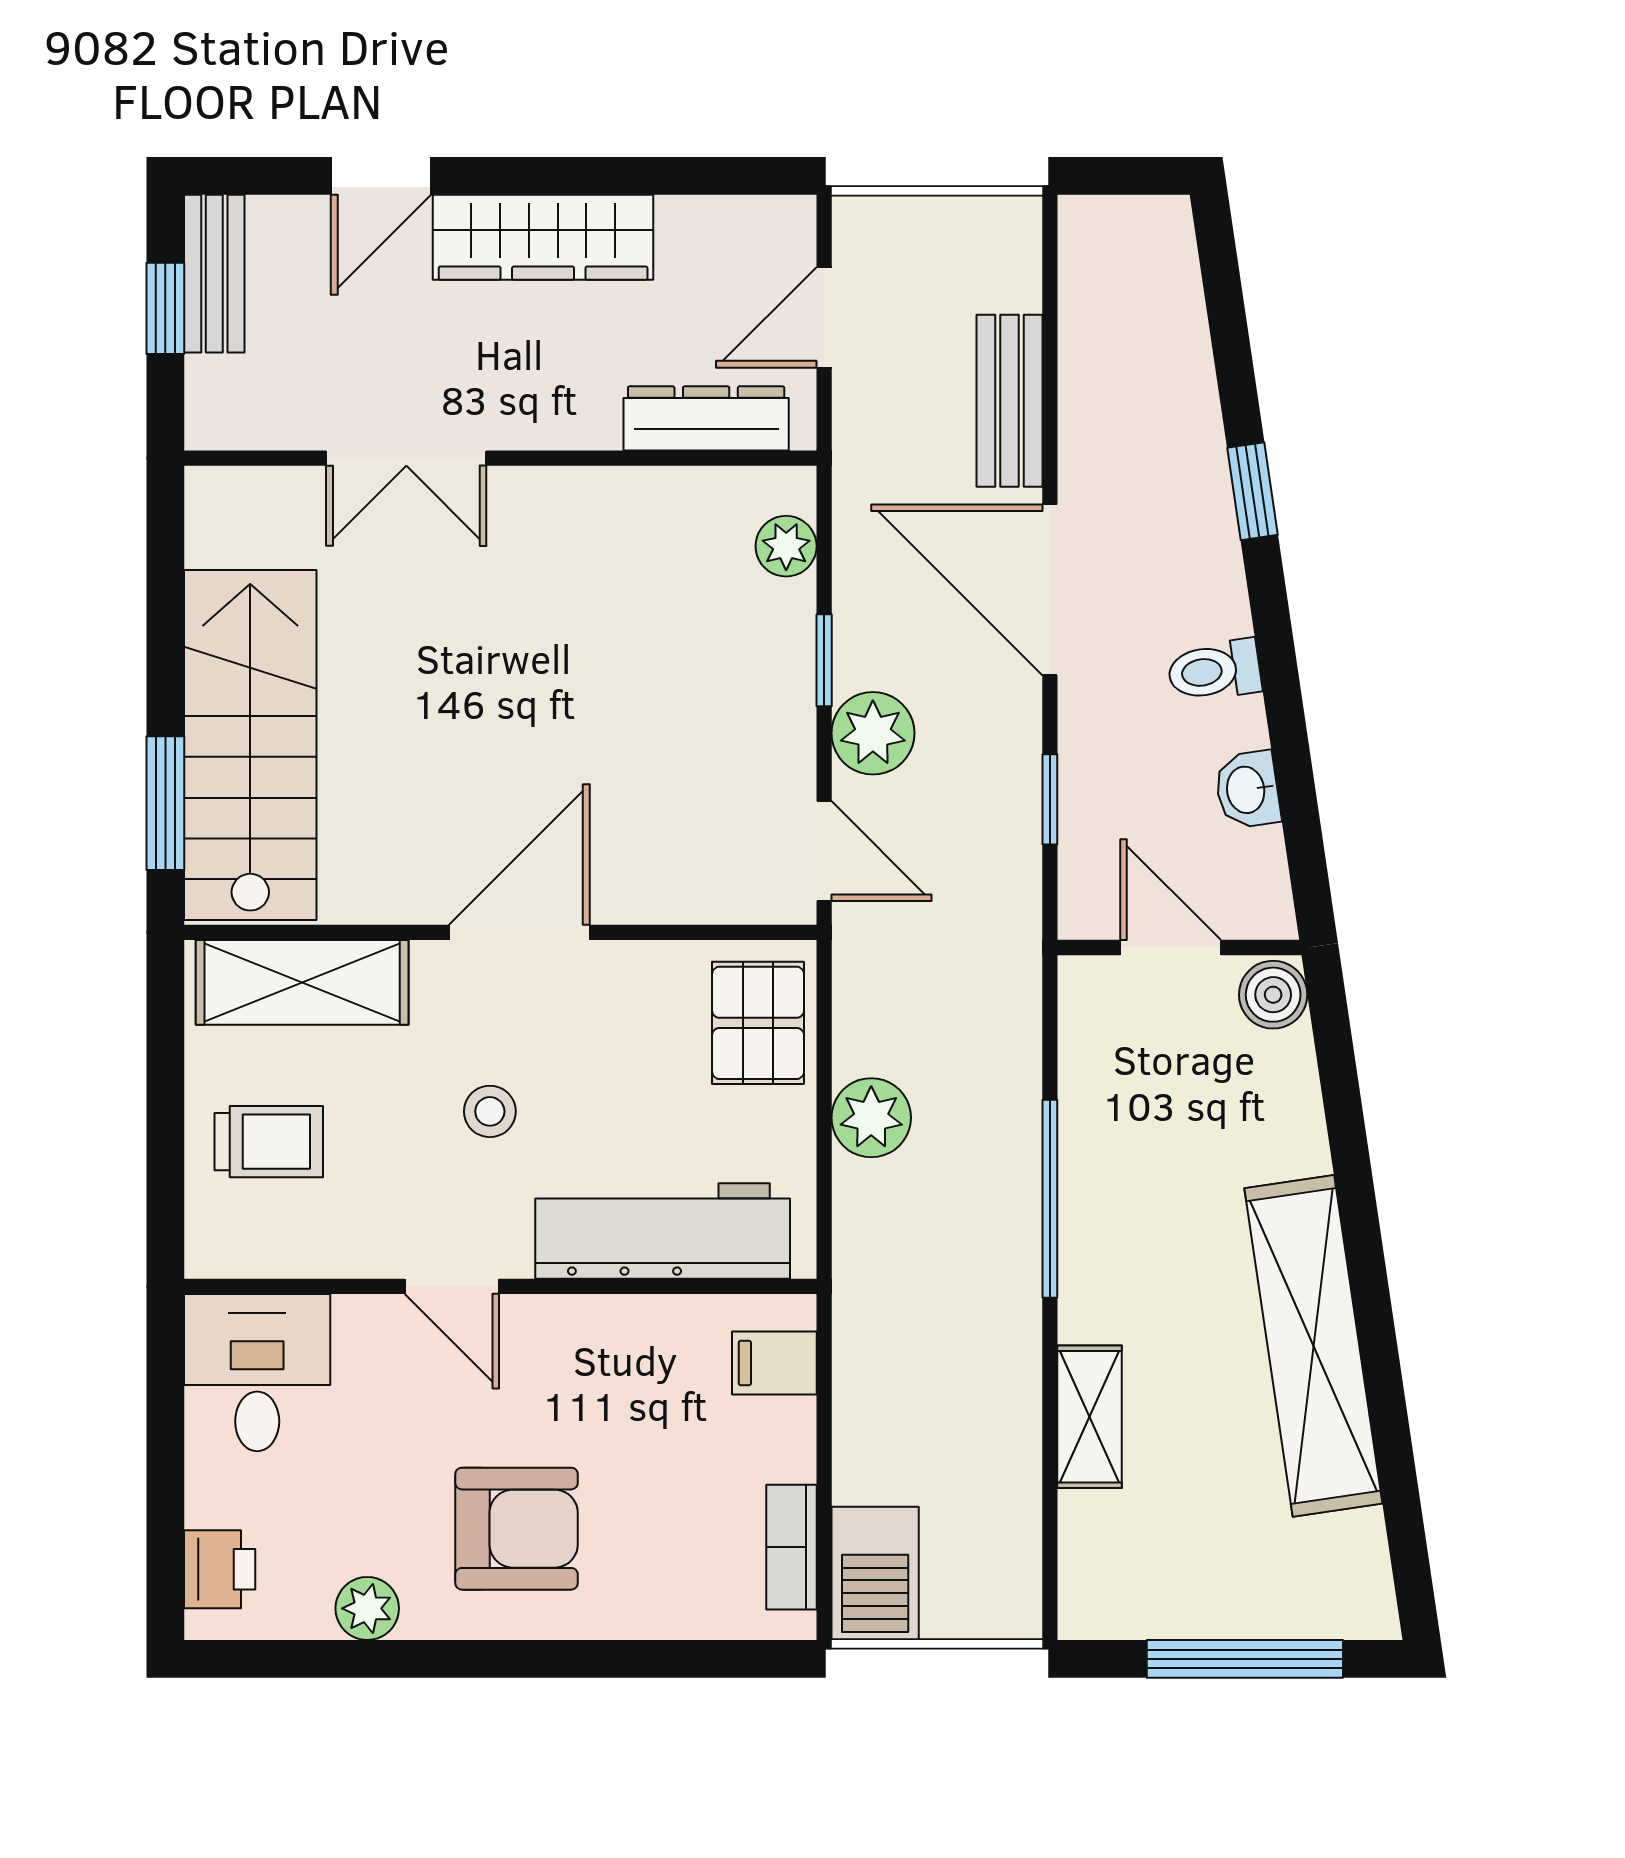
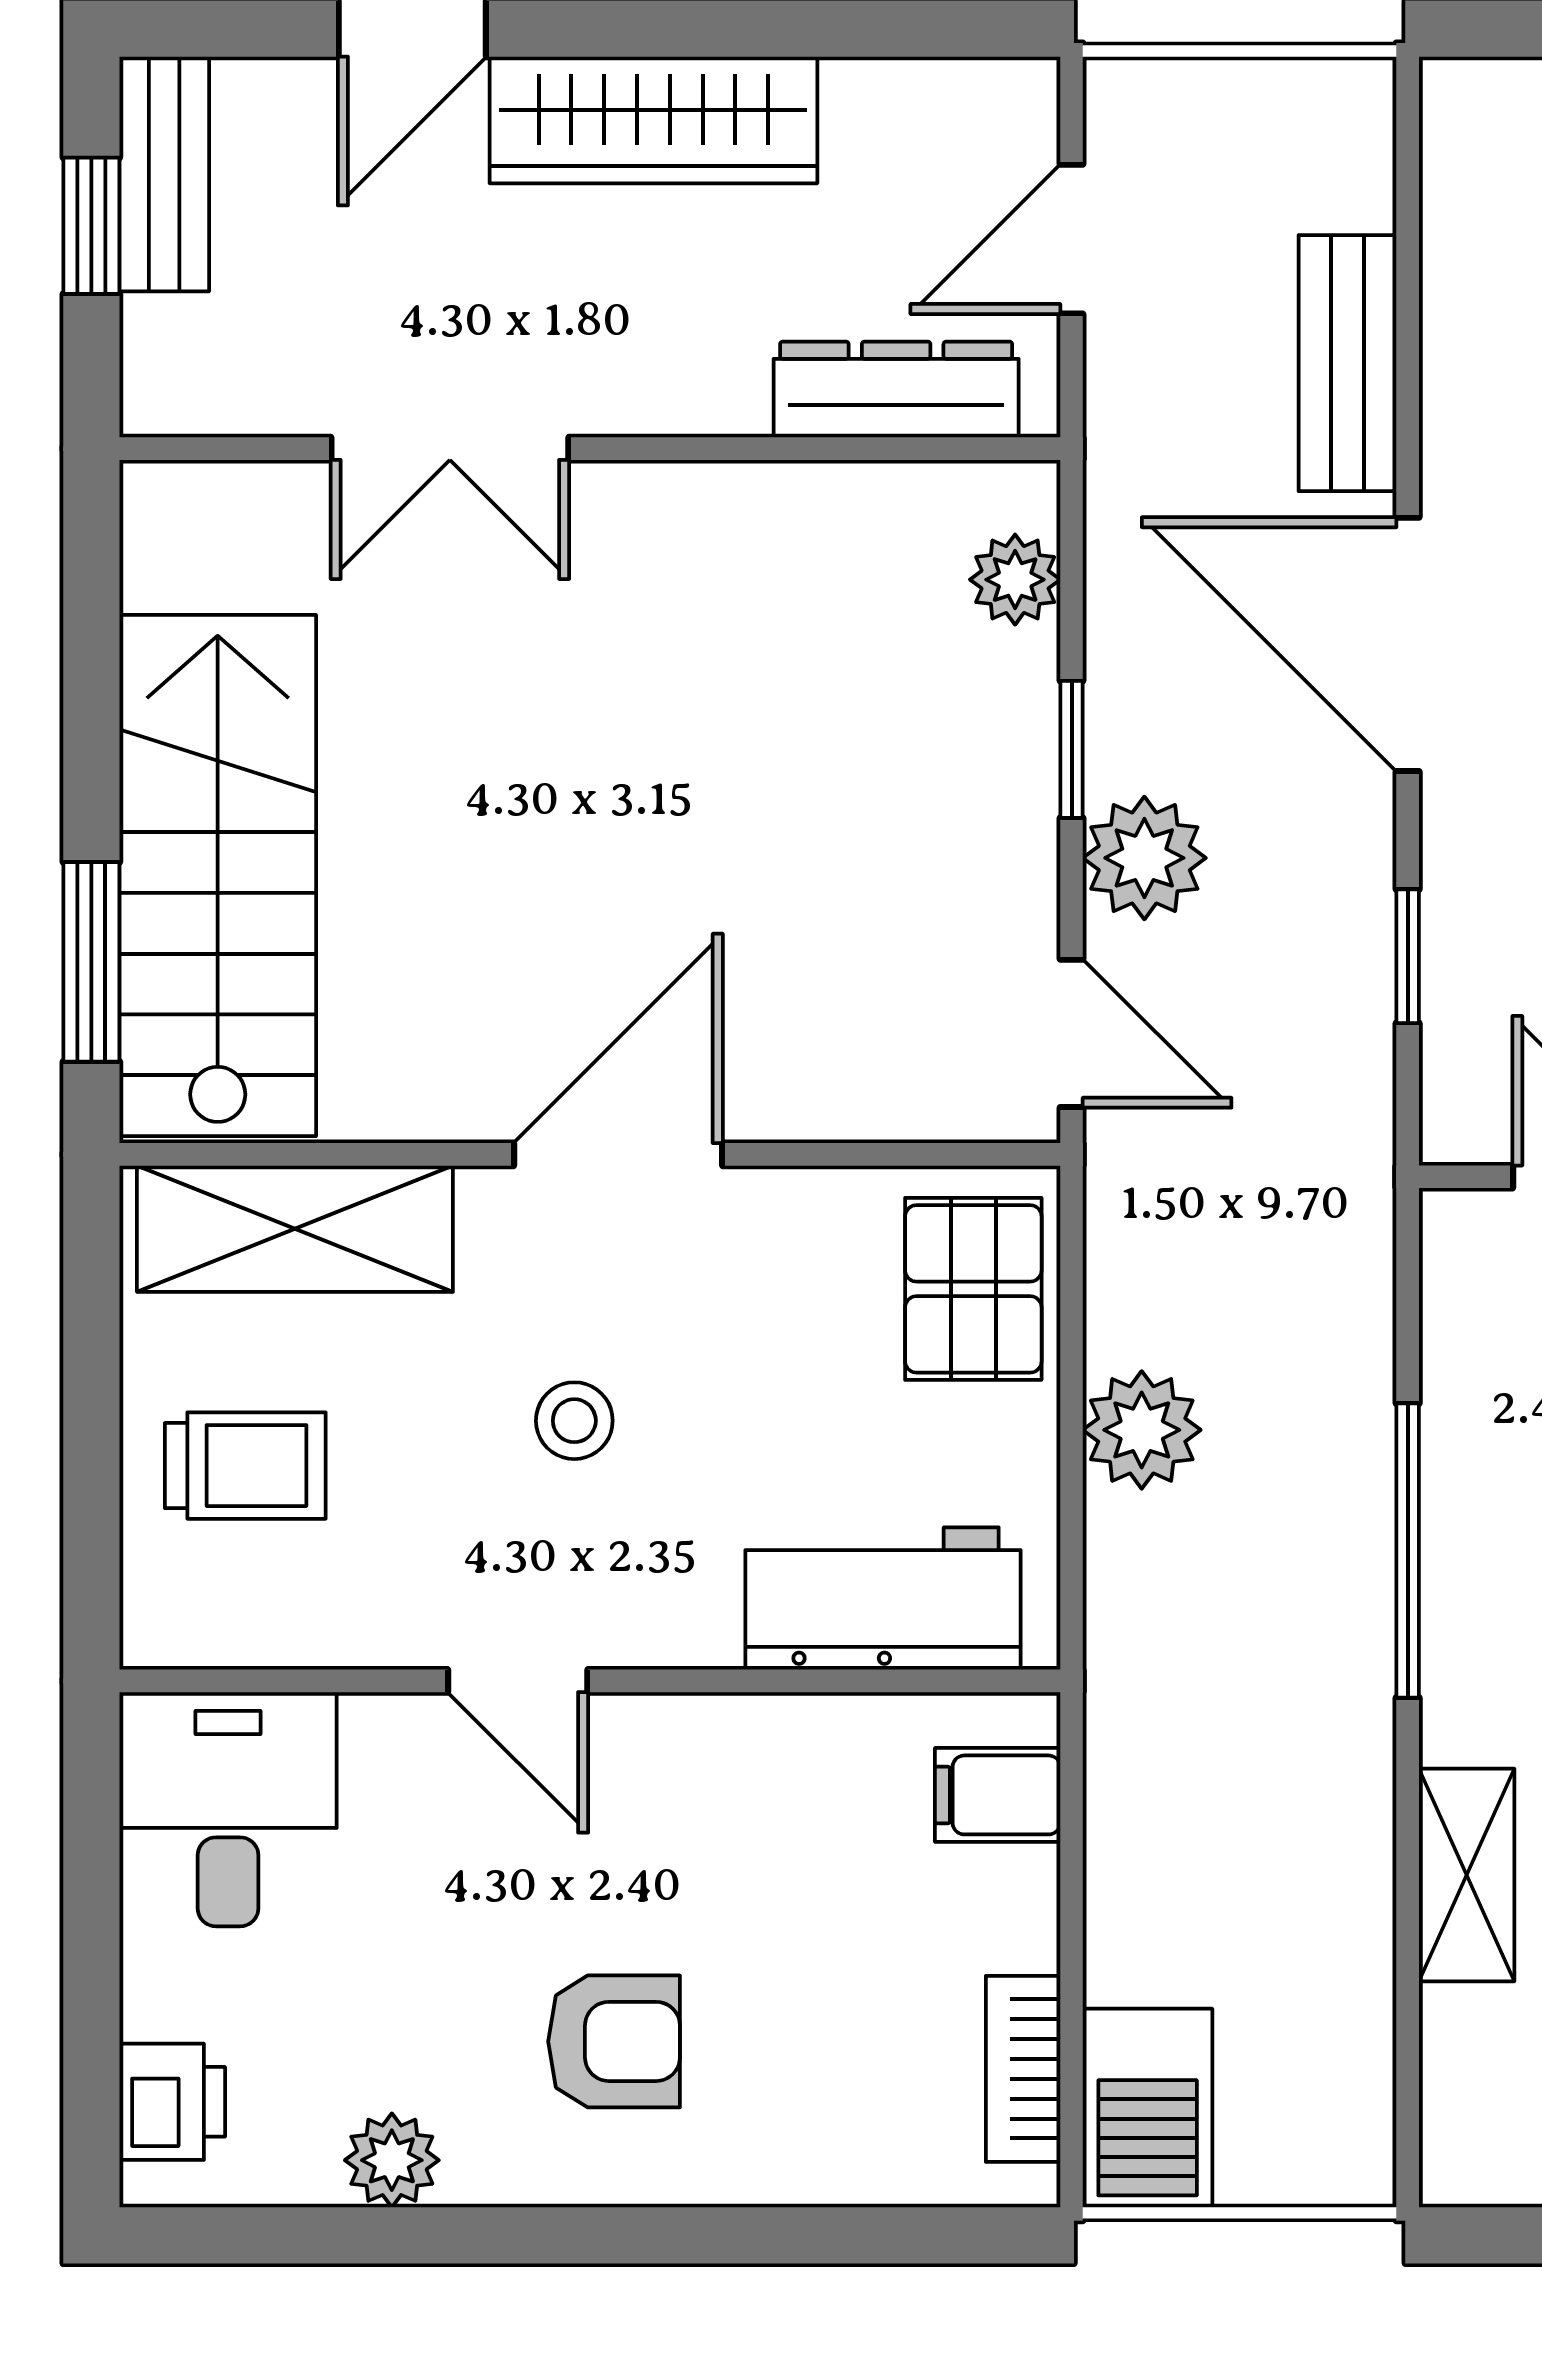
workbench: (663, 1231) -> (883, 1598), width x0.73
armchair: (517, 1529) -> (614, 2041), width x0.72, depth x0.72

